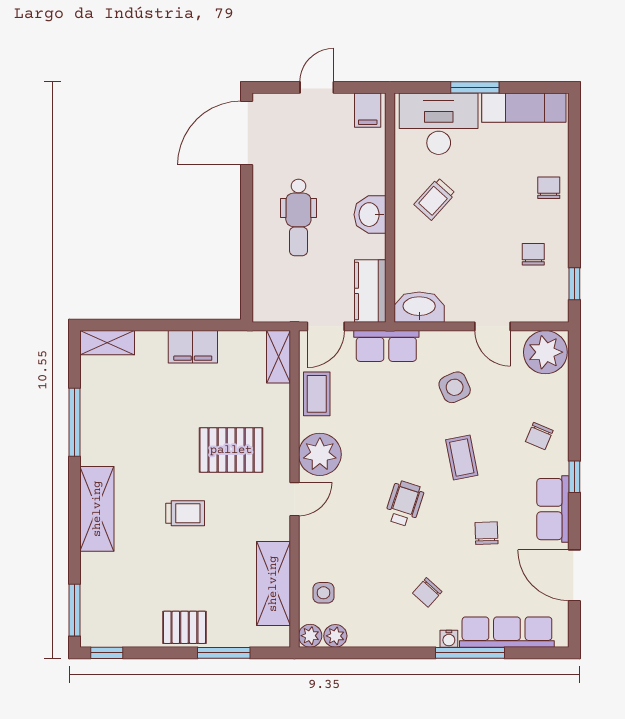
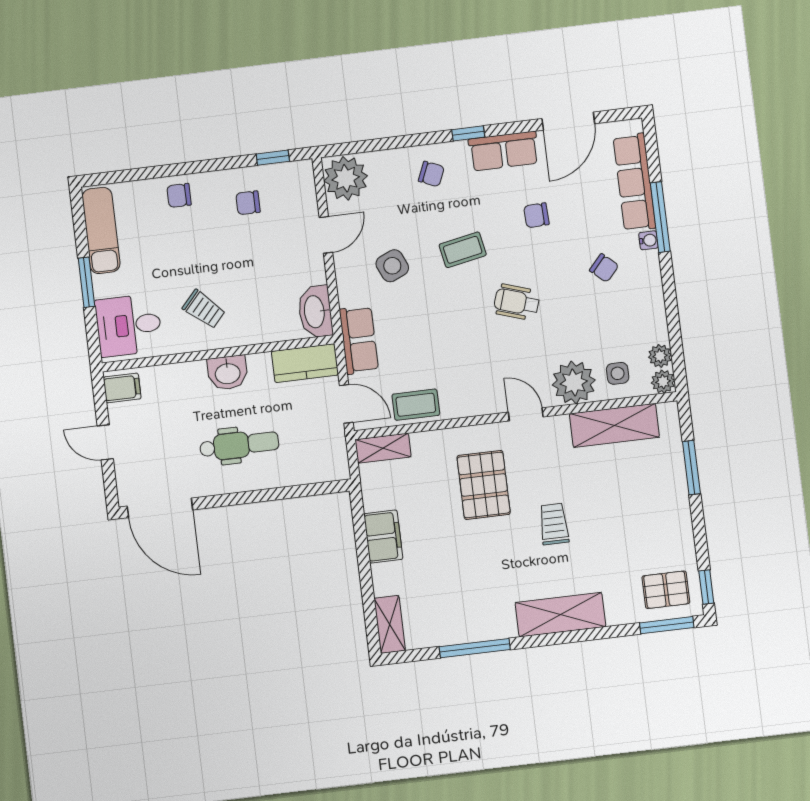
desk: (439, 124) -> (129, 325), width x0.73
plant: (320, 454) -> (574, 382), moved
pallet: (184, 627) -> (666, 590), moved, turned 90

